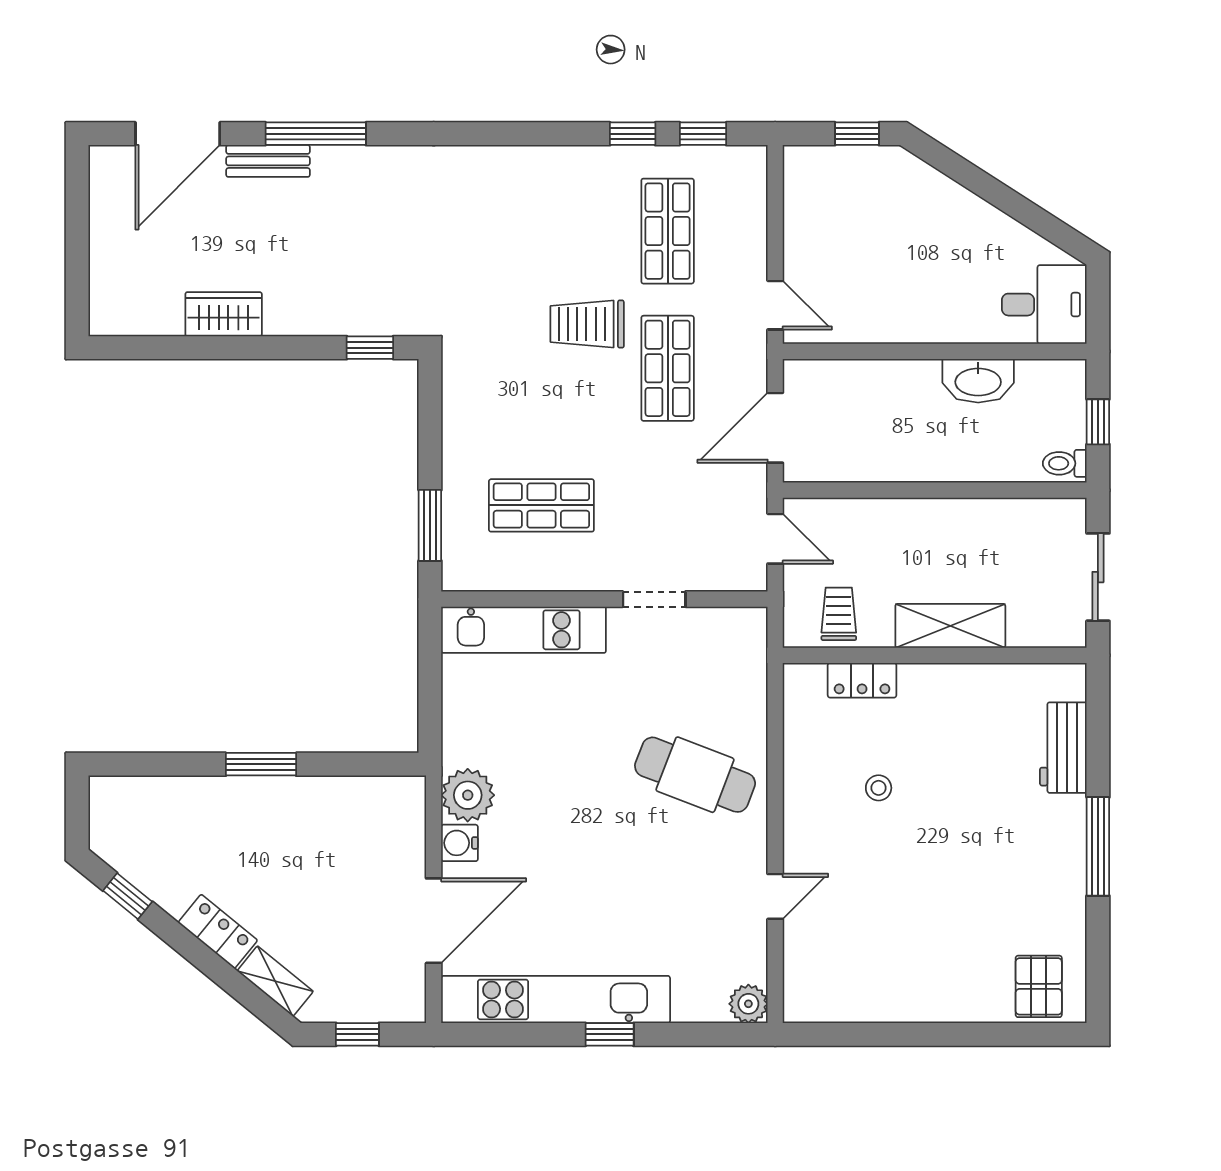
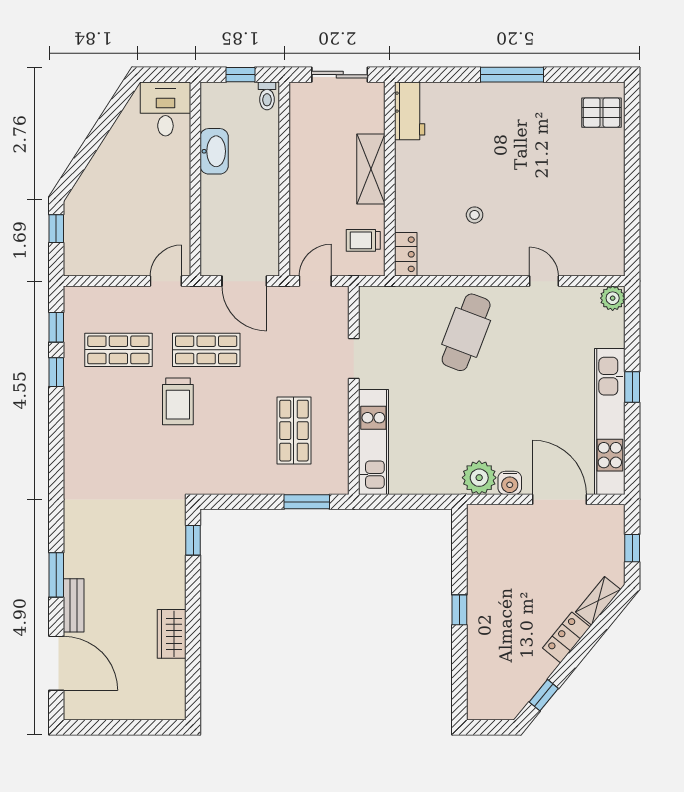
window: (316, 134) -> (56, 575), width x0.69
locker: (862, 680) -> (406, 254), moved
workbench: (1063, 748) -> (410, 111), moved, turned -90
window: (261, 764) -> (459, 610), width x0.67

